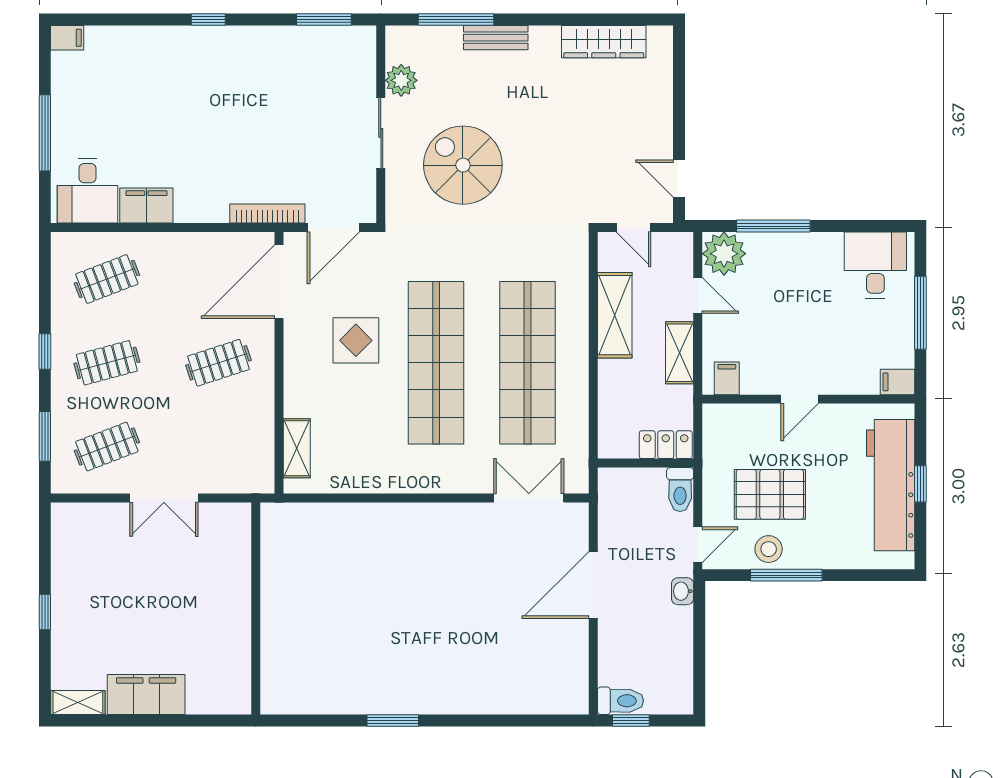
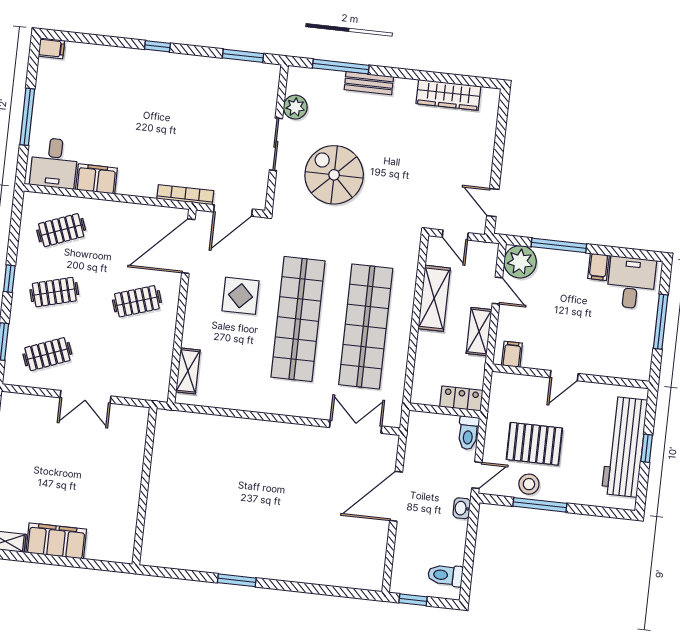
filing cabinet: (898, 382) -> (598, 267), moved, turned -90
toilet: (620, 701) -> (445, 575), moved, turned 180

